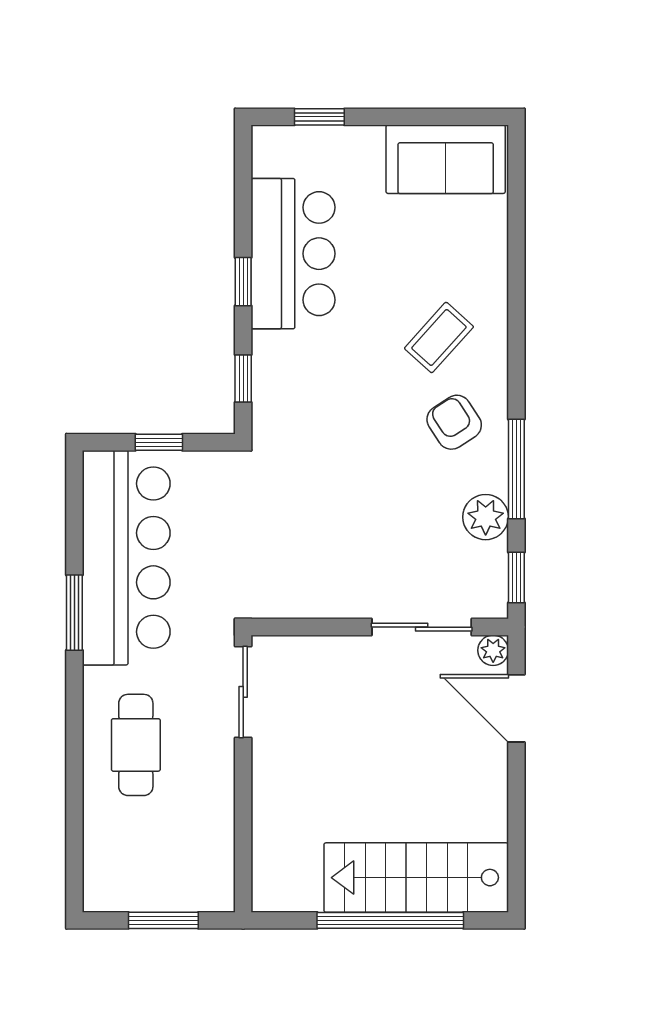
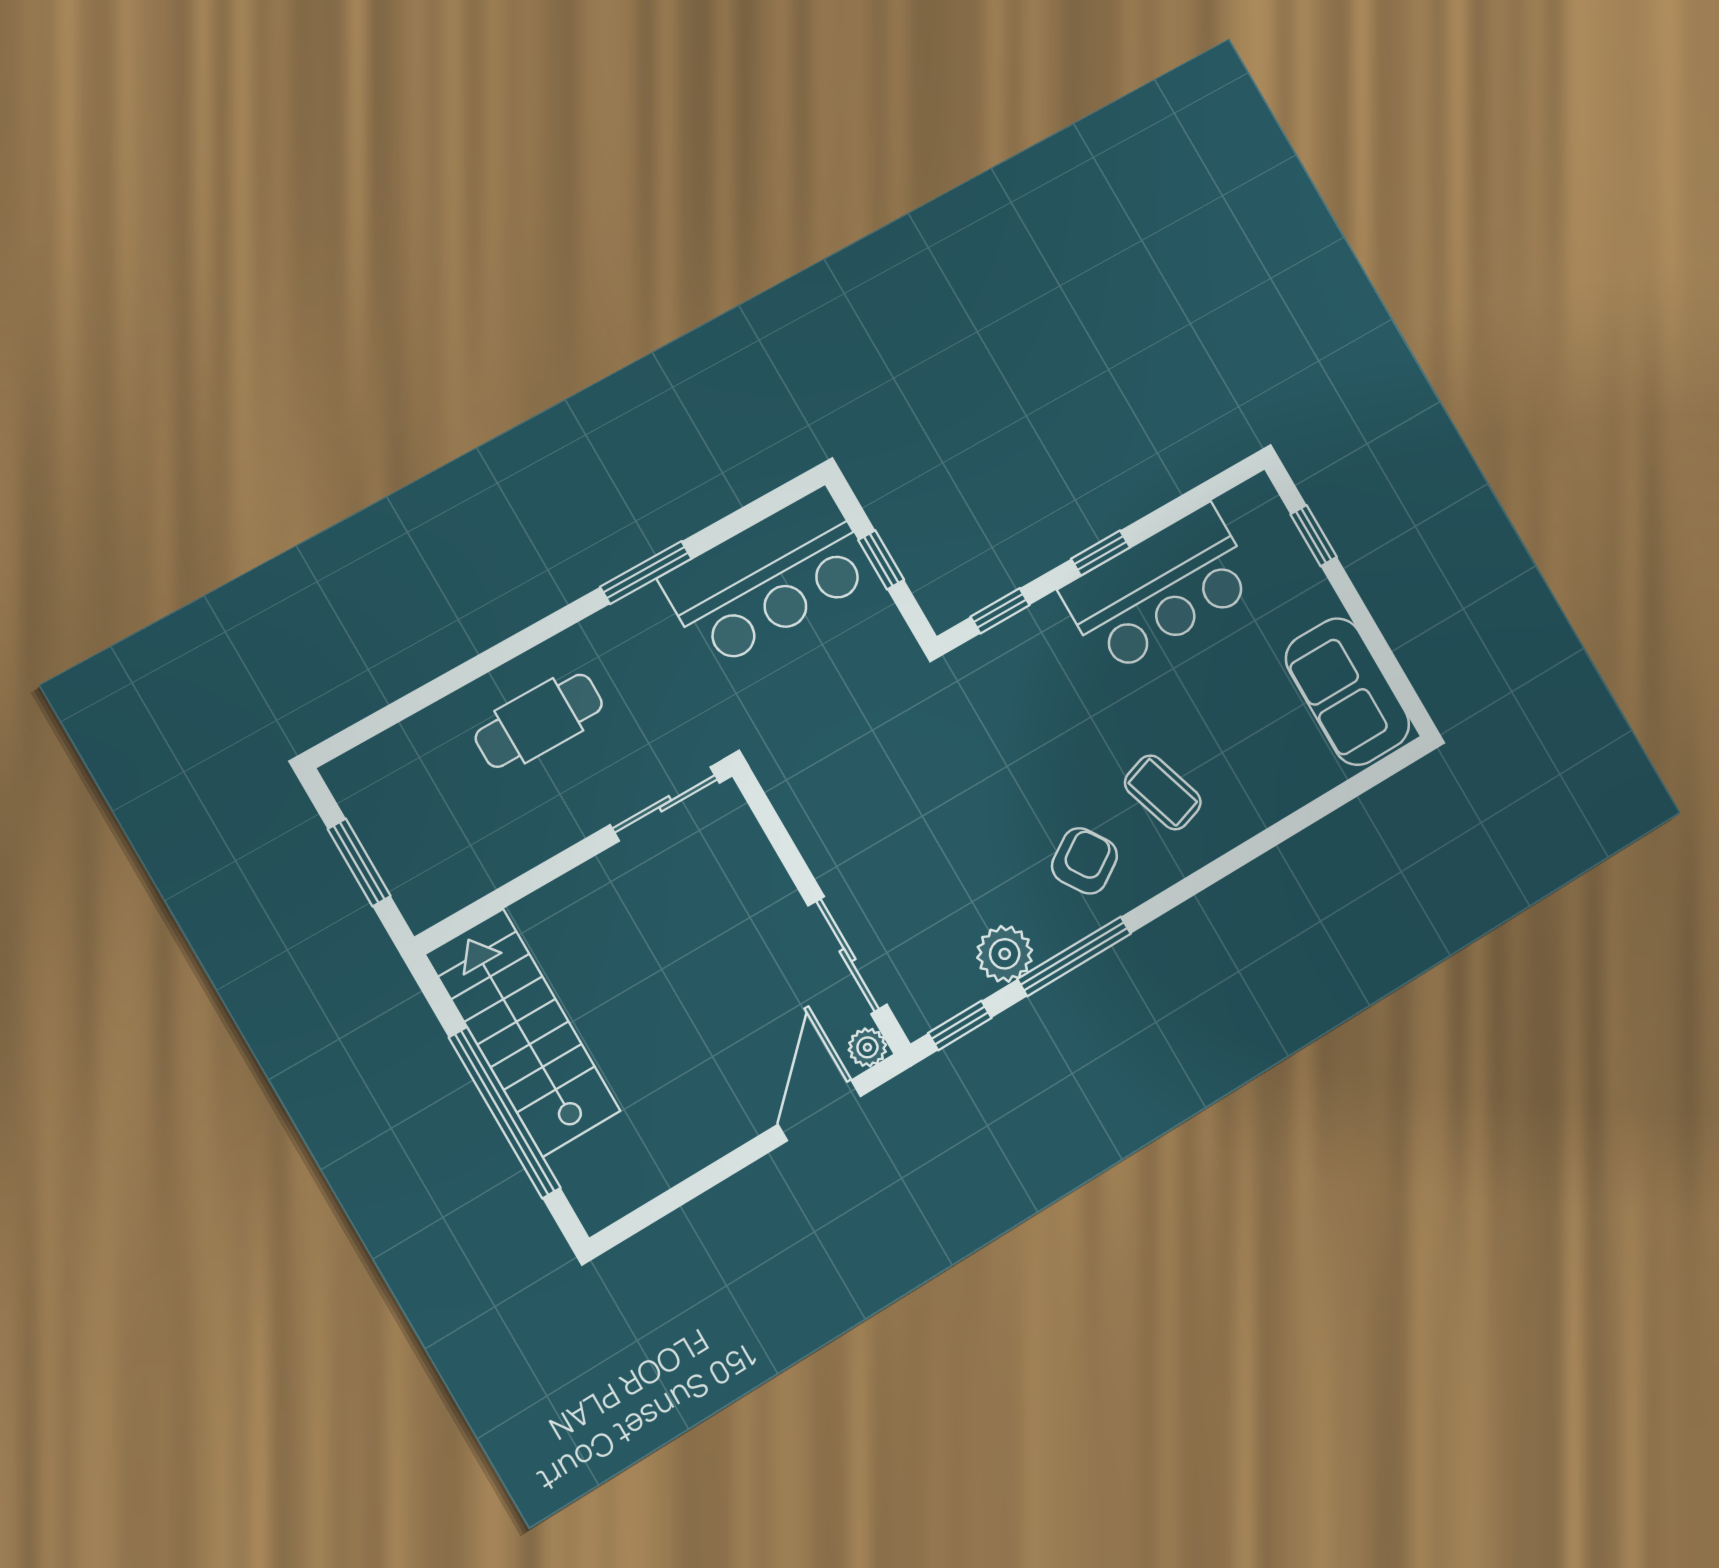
coffee table: (439, 337) -> (1163, 792), turned 30
bar counter: (126, 558) -> (769, 577), width x0.73
stairs: (416, 878) -> (523, 1033), moved

